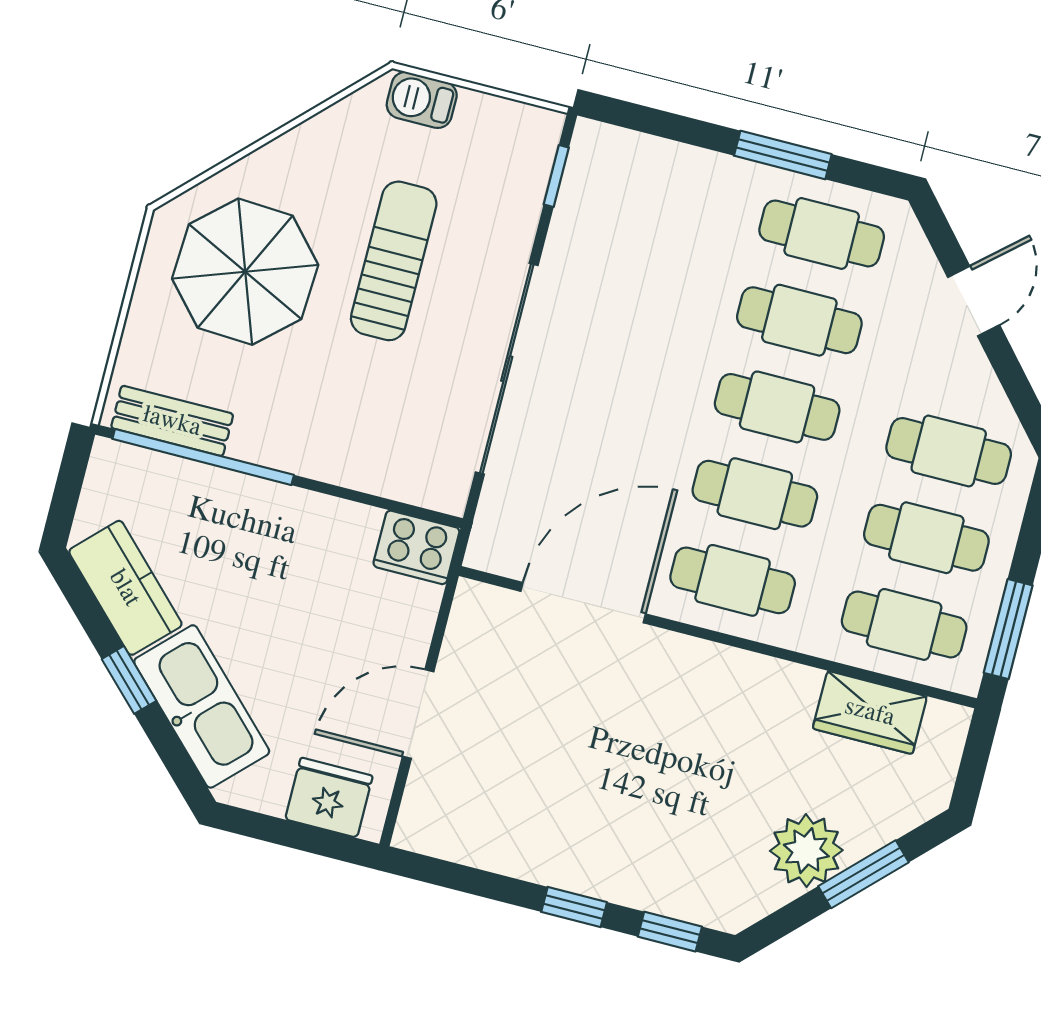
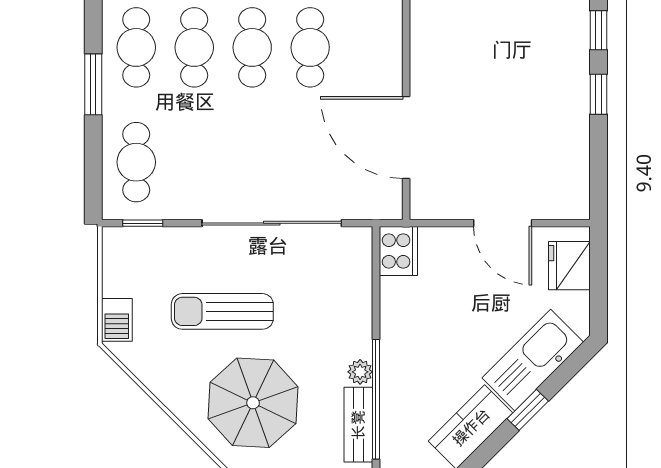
plant: (250, 444) -> (360, 372), added
cafe table: (733, 580) -> (136, 162), moved

